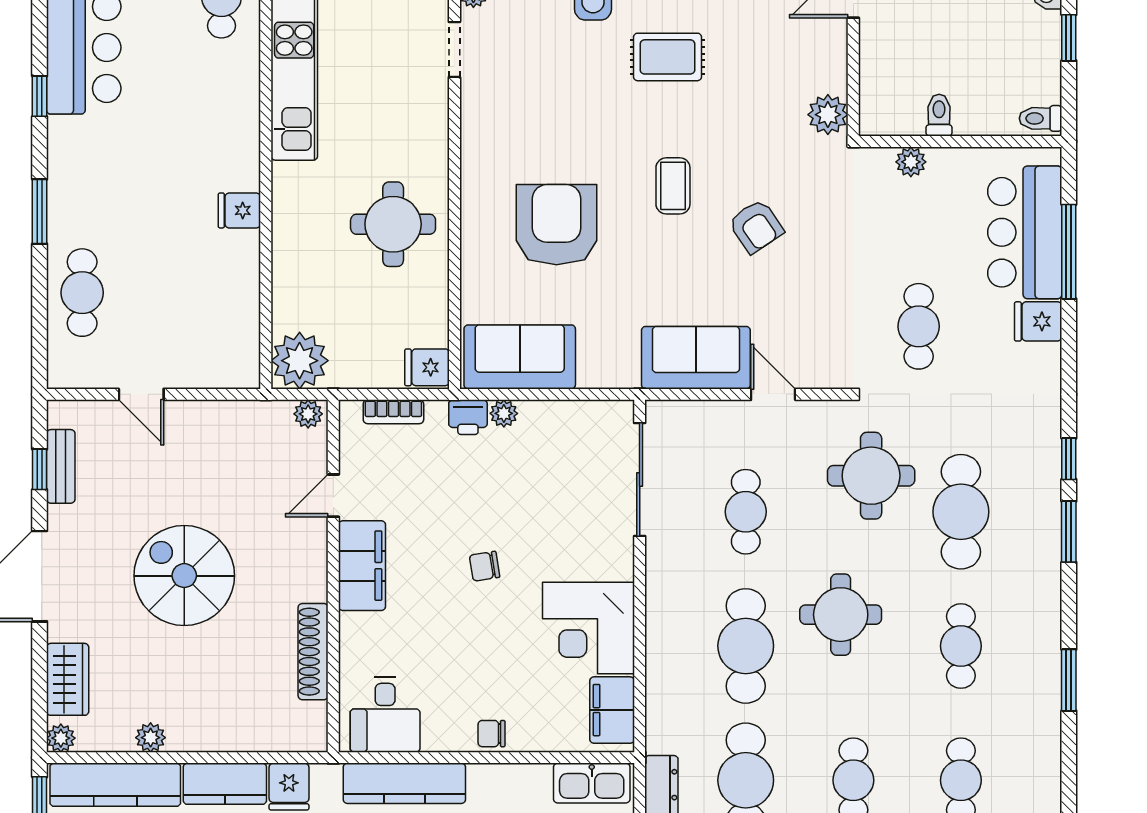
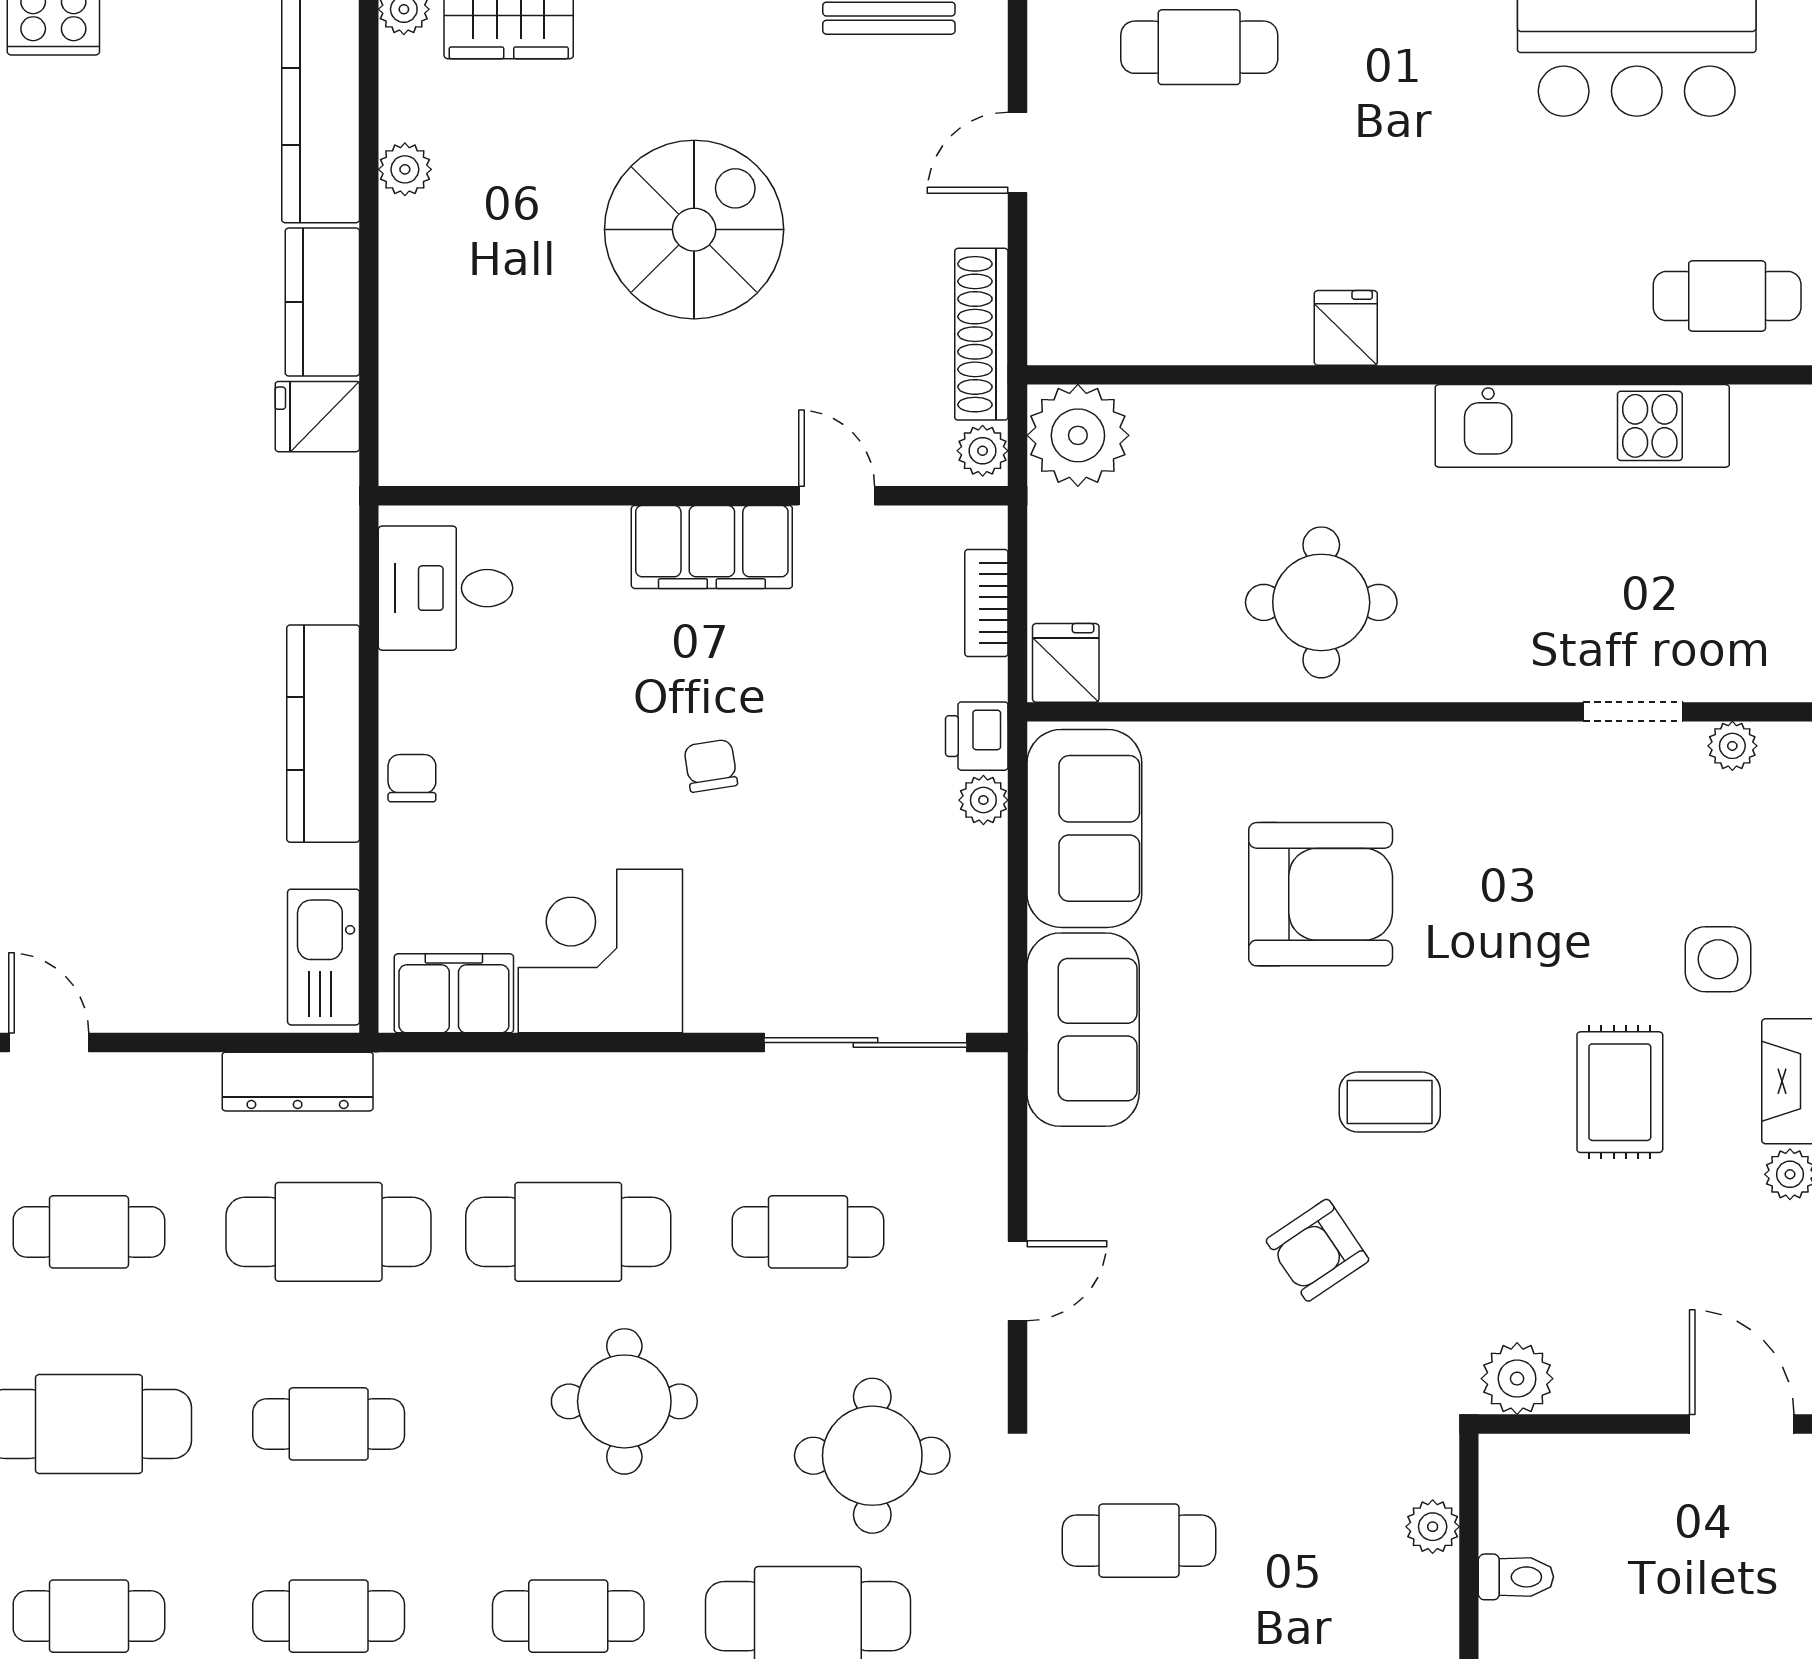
sofa: (696, 358) -> (1083, 1030), moved
shoe rack: (313, 652) -> (981, 334), moved, turned -90
kitchen counter: (404, 783) -> (323, 734), moved

